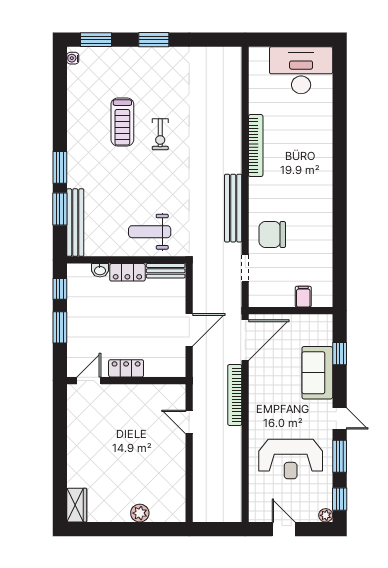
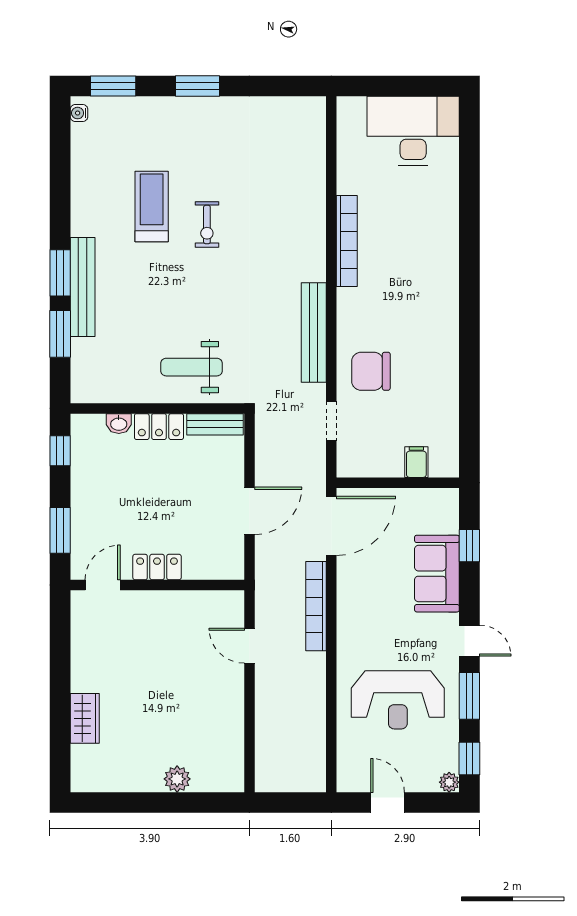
treadmill: (122, 122) -> (152, 206), turned 180
bench: (75, 223) -> (83, 287), moved
window: (60, 327) -> (60, 530), moved
wardrobe: (77, 505) -> (85, 718), moved

